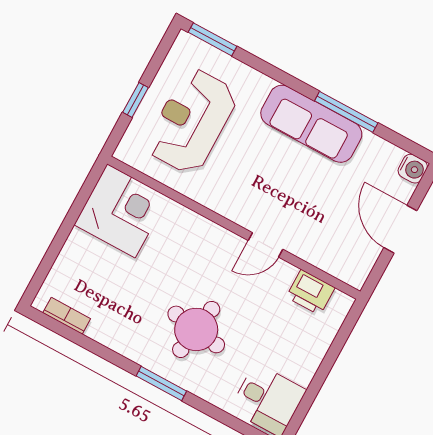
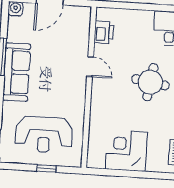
corner desk: (121, 211) -> (126, 151), moved

